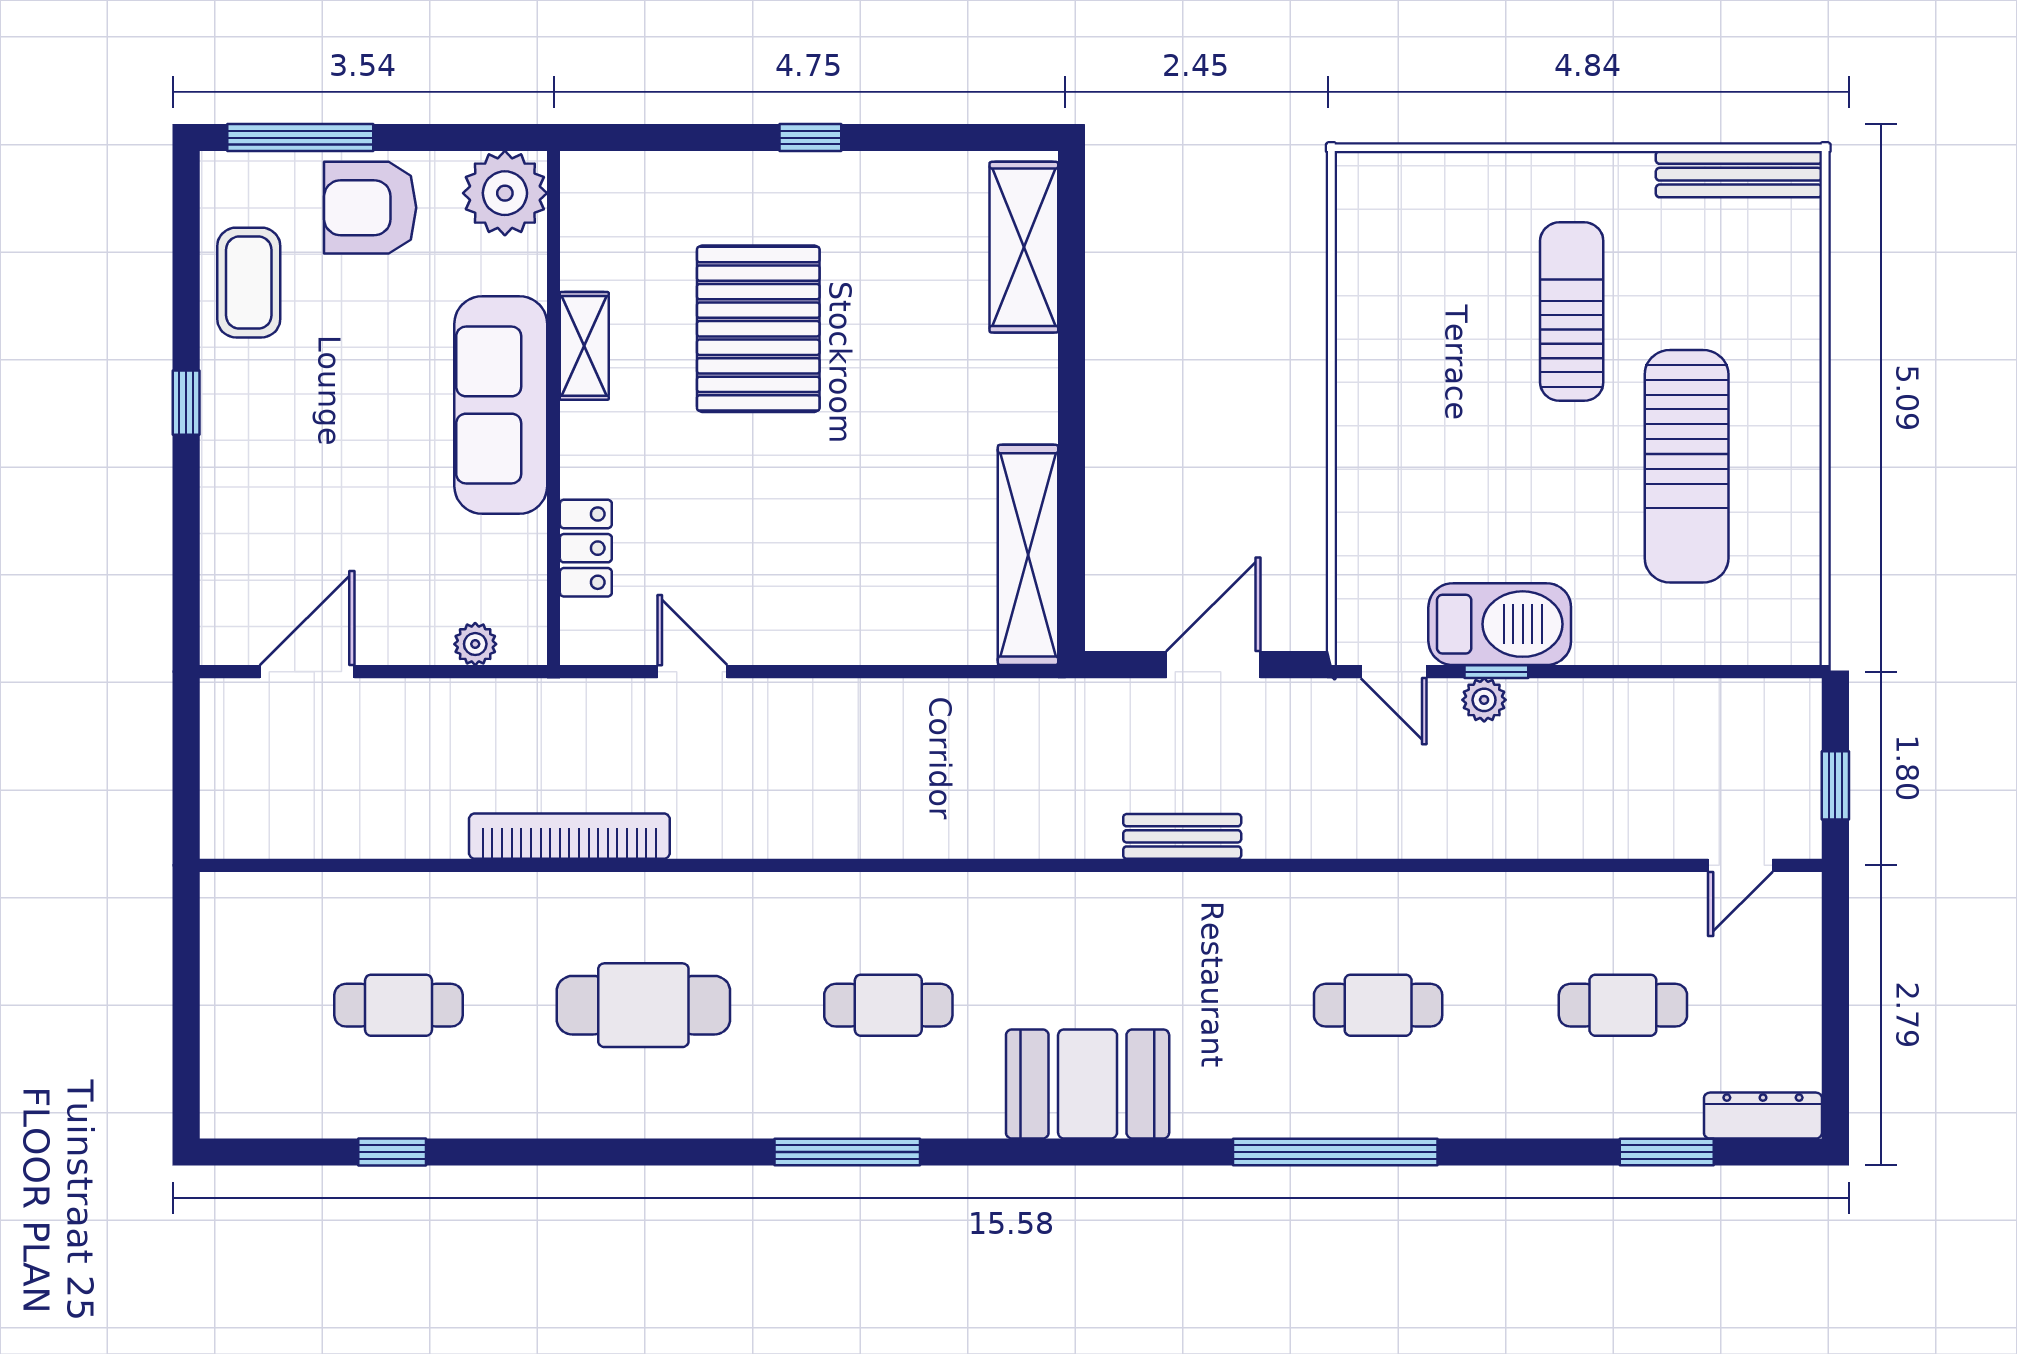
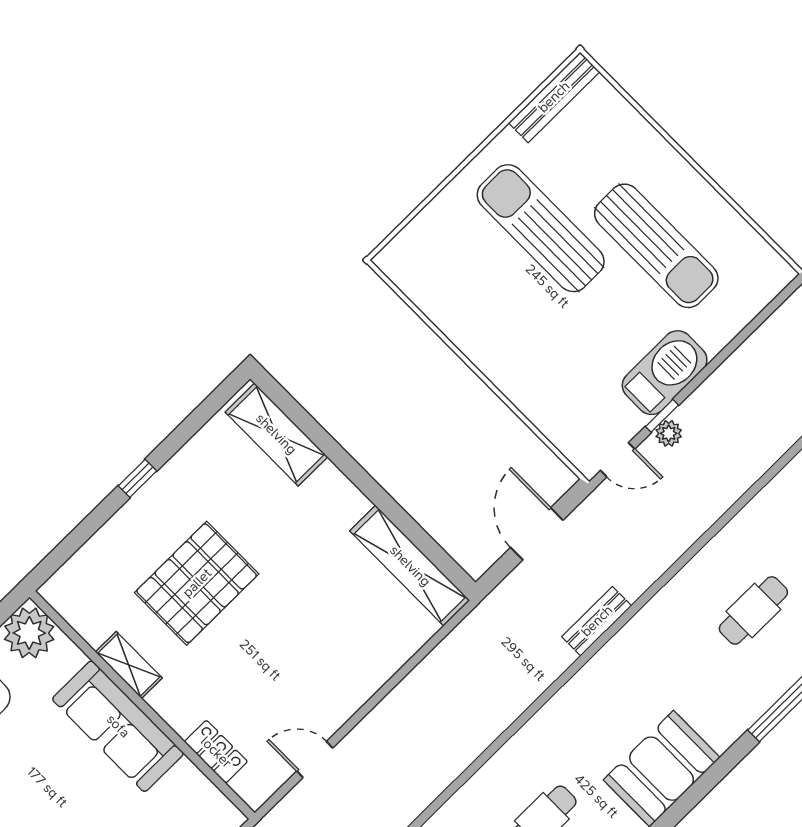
sun lounger: (1572, 312) -> (541, 228), width x1.36, depth x1.34
pallet: (758, 329) -> (197, 583), turned 90
barbecue: (1500, 624) -> (665, 373), moved

